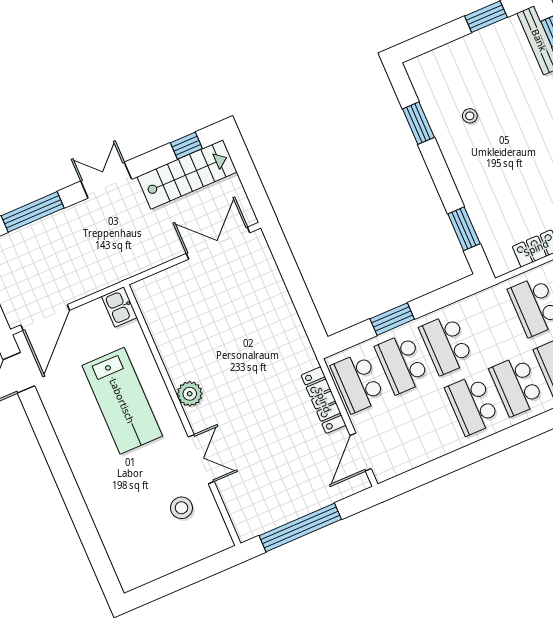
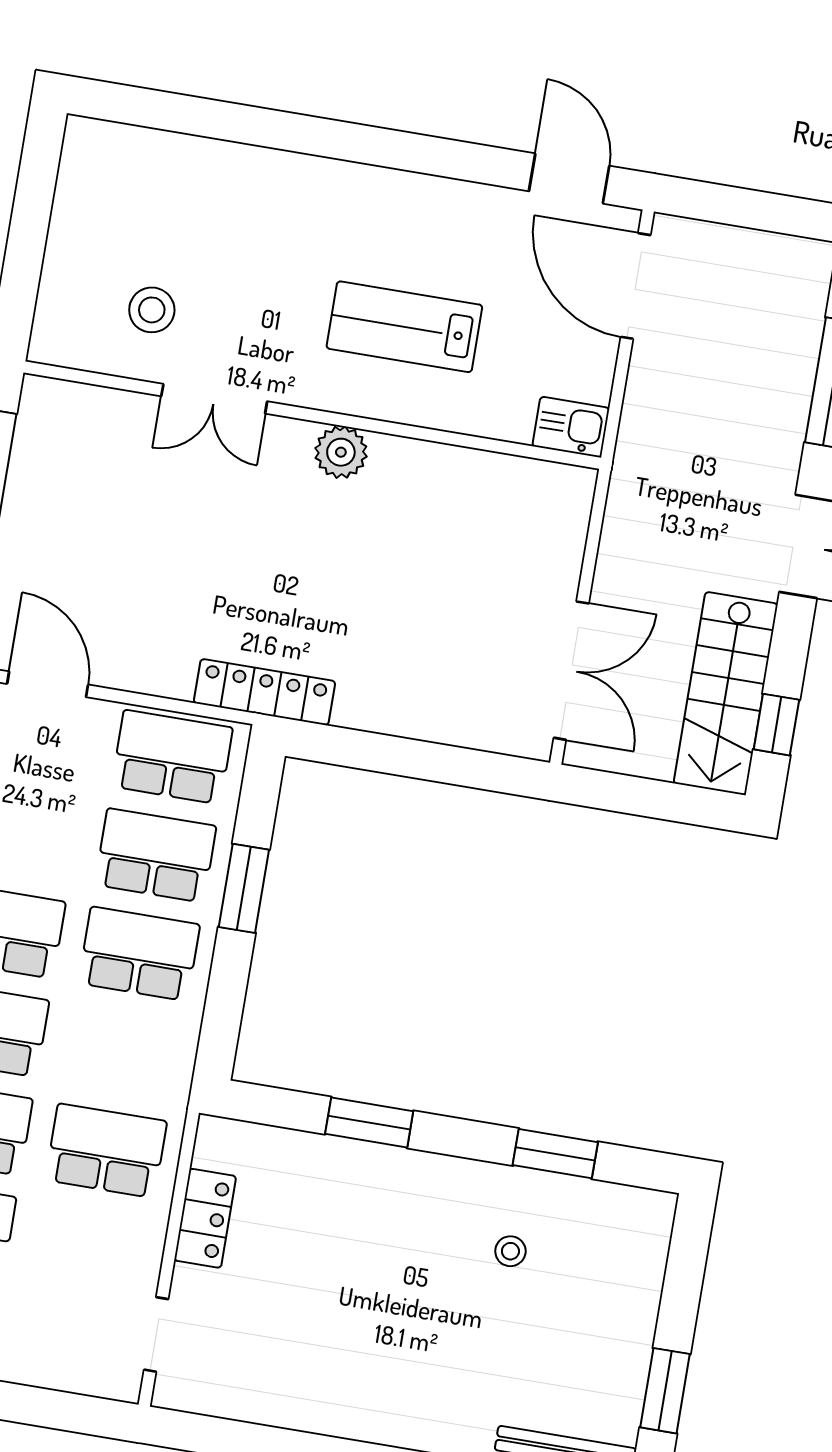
window: (464, 229) -> (369, 1123), moved
locker: (323, 400) -> (264, 692), moved
lab bench: (122, 401) -> (404, 327), width x0.73, depth x0.72

